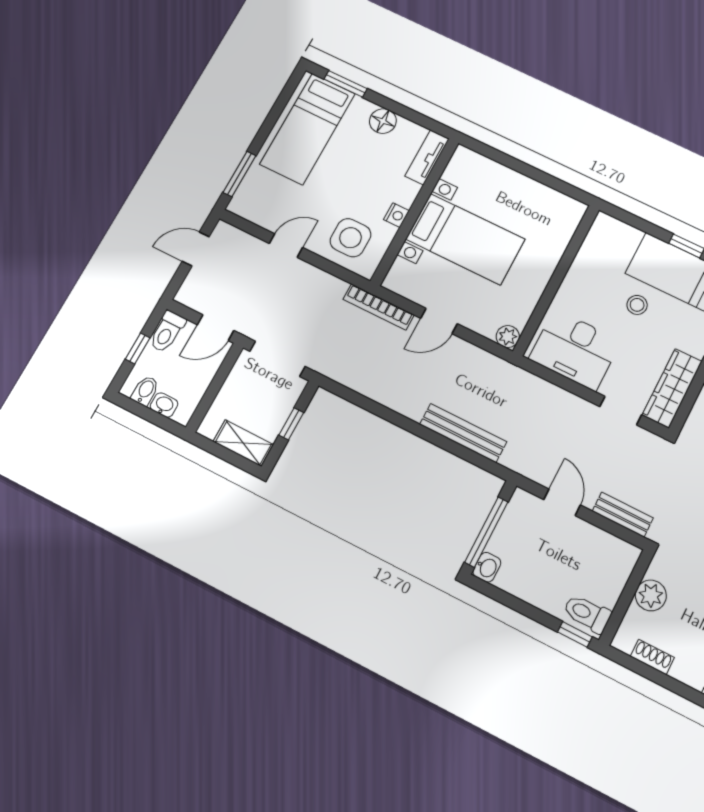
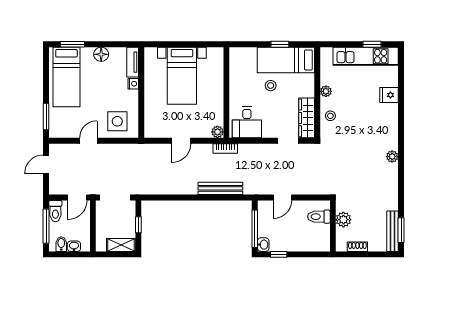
nightstand: (396, 215) -> (133, 84), moved
bed with nightstands: (465, 239) -> (182, 76), moved, turned 90
bookcase: (379, 307) -> (225, 148), moved, width x0.64
window: (138, 348) -> (46, 226), width x2.17
desk: (575, 350) -> (247, 122), width x0.73
door: (562, 502) -> (282, 198), swing flipped
bench: (623, 515) -> (313, 189), removed
toilet: (587, 613) -> (319, 217), moved
window: (575, 634) -> (279, 254), moved

